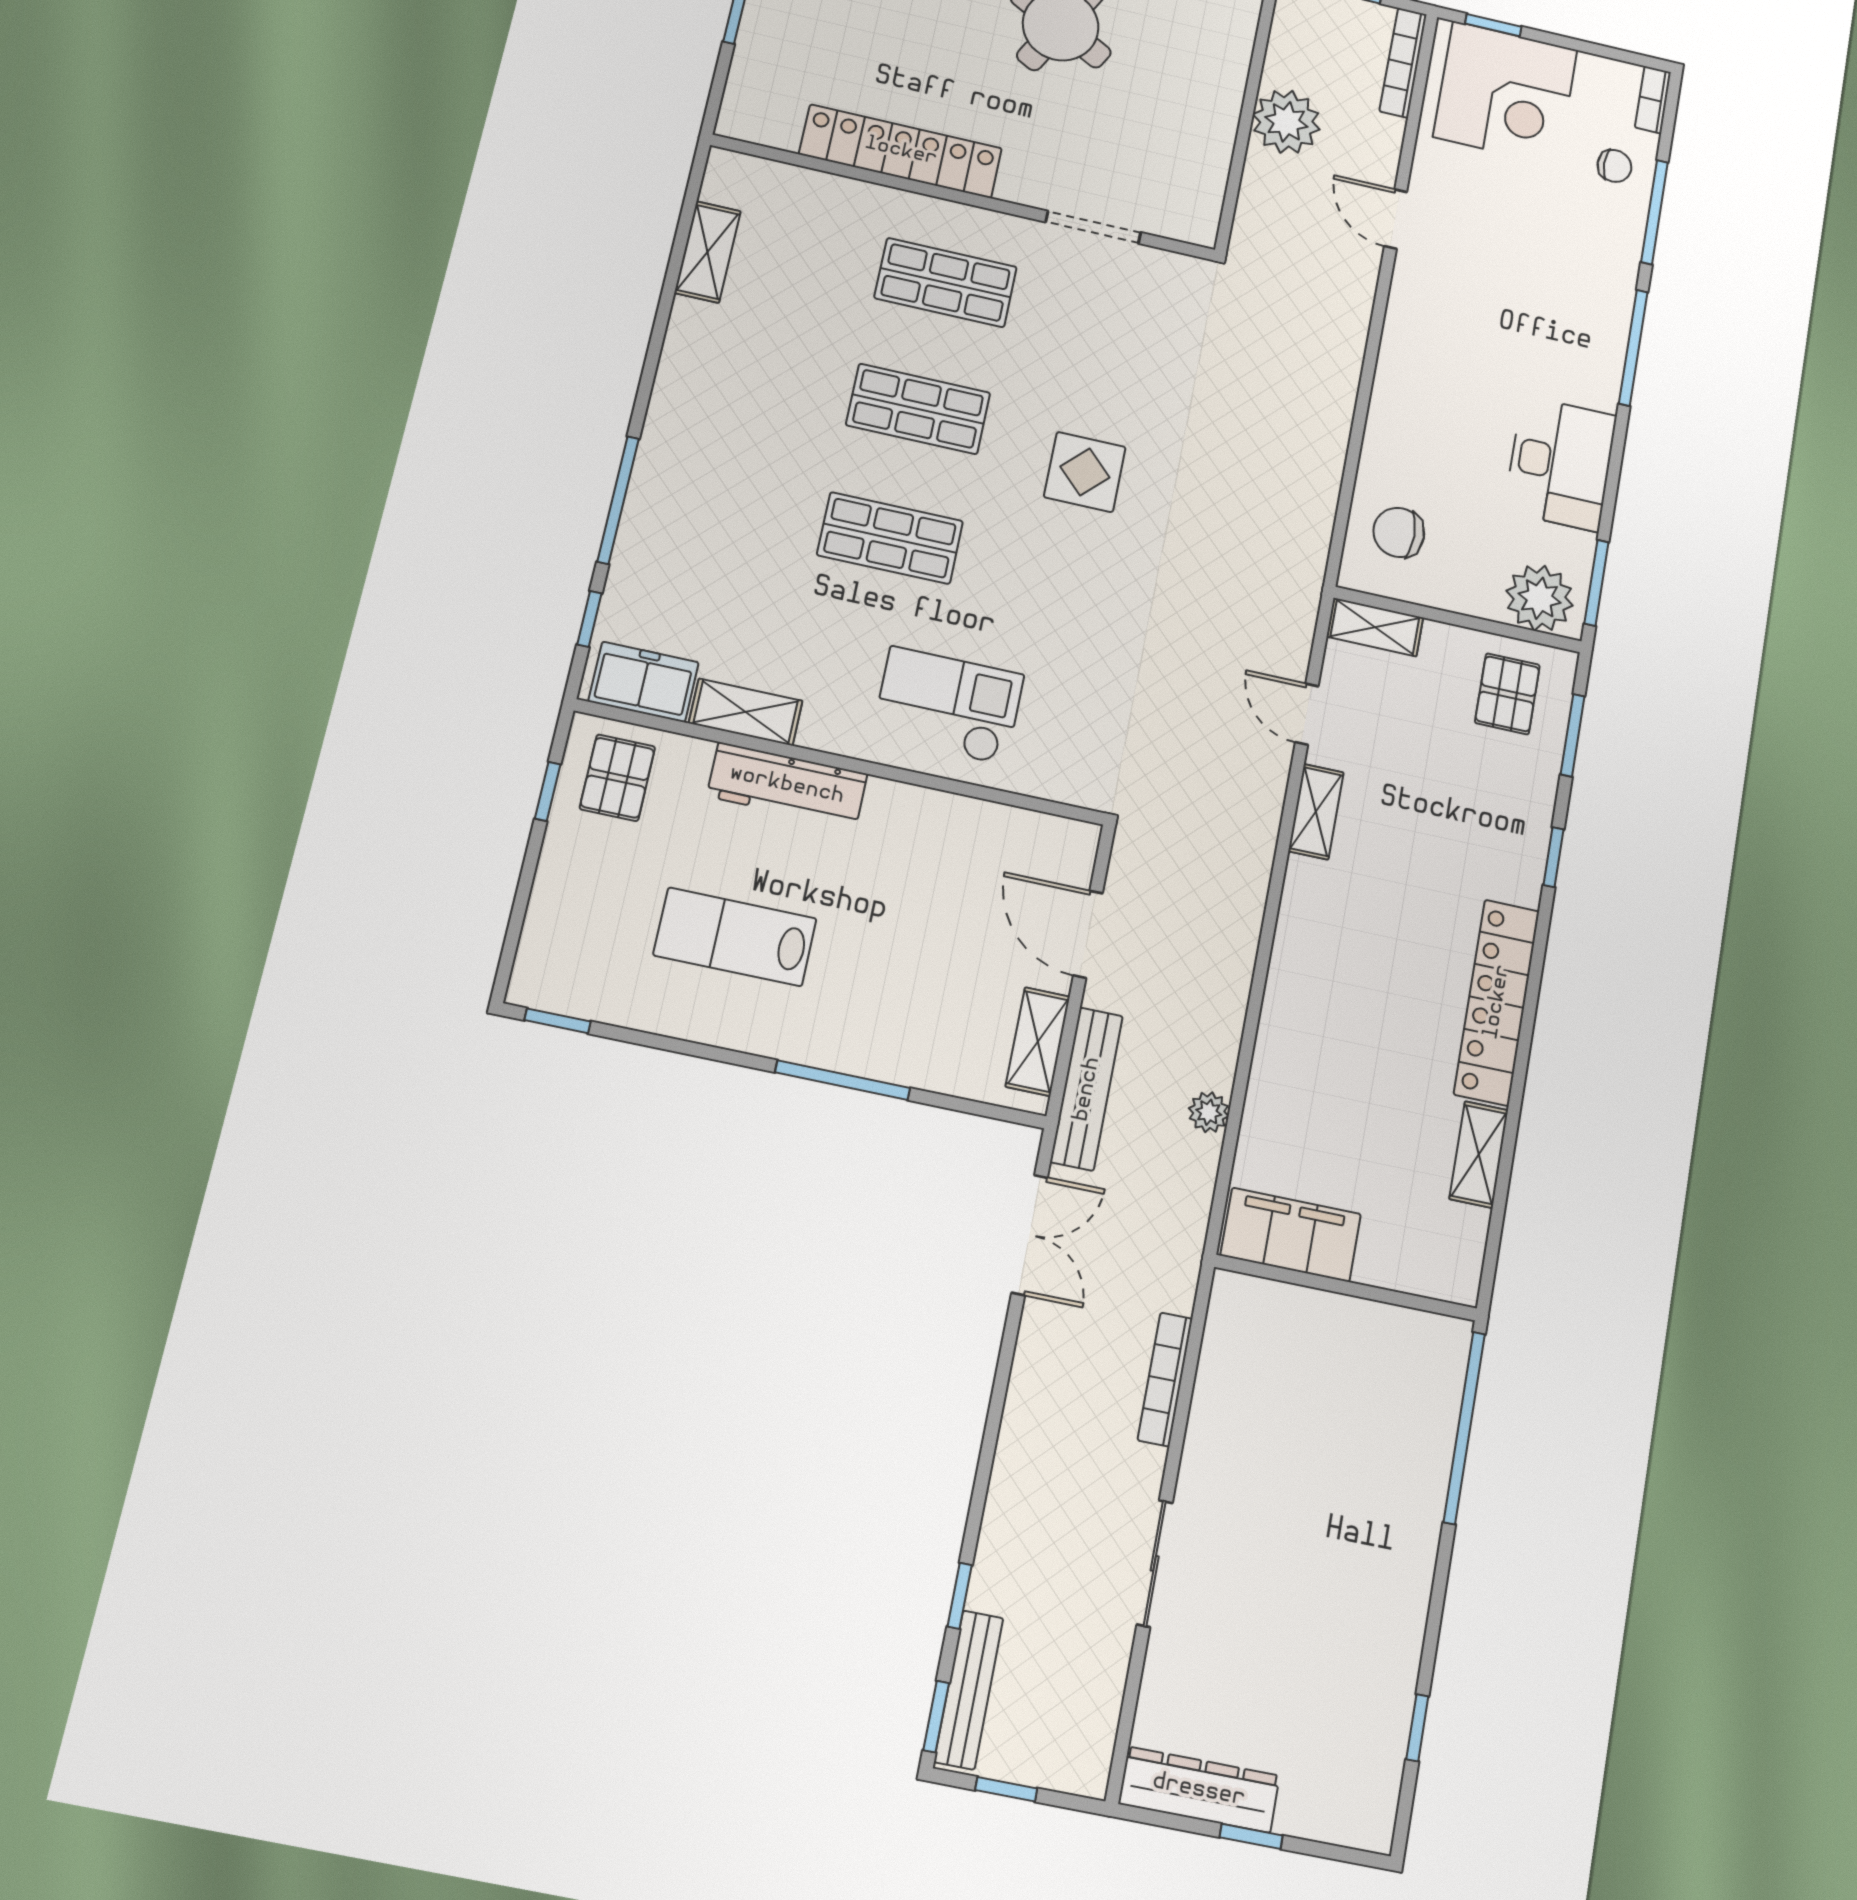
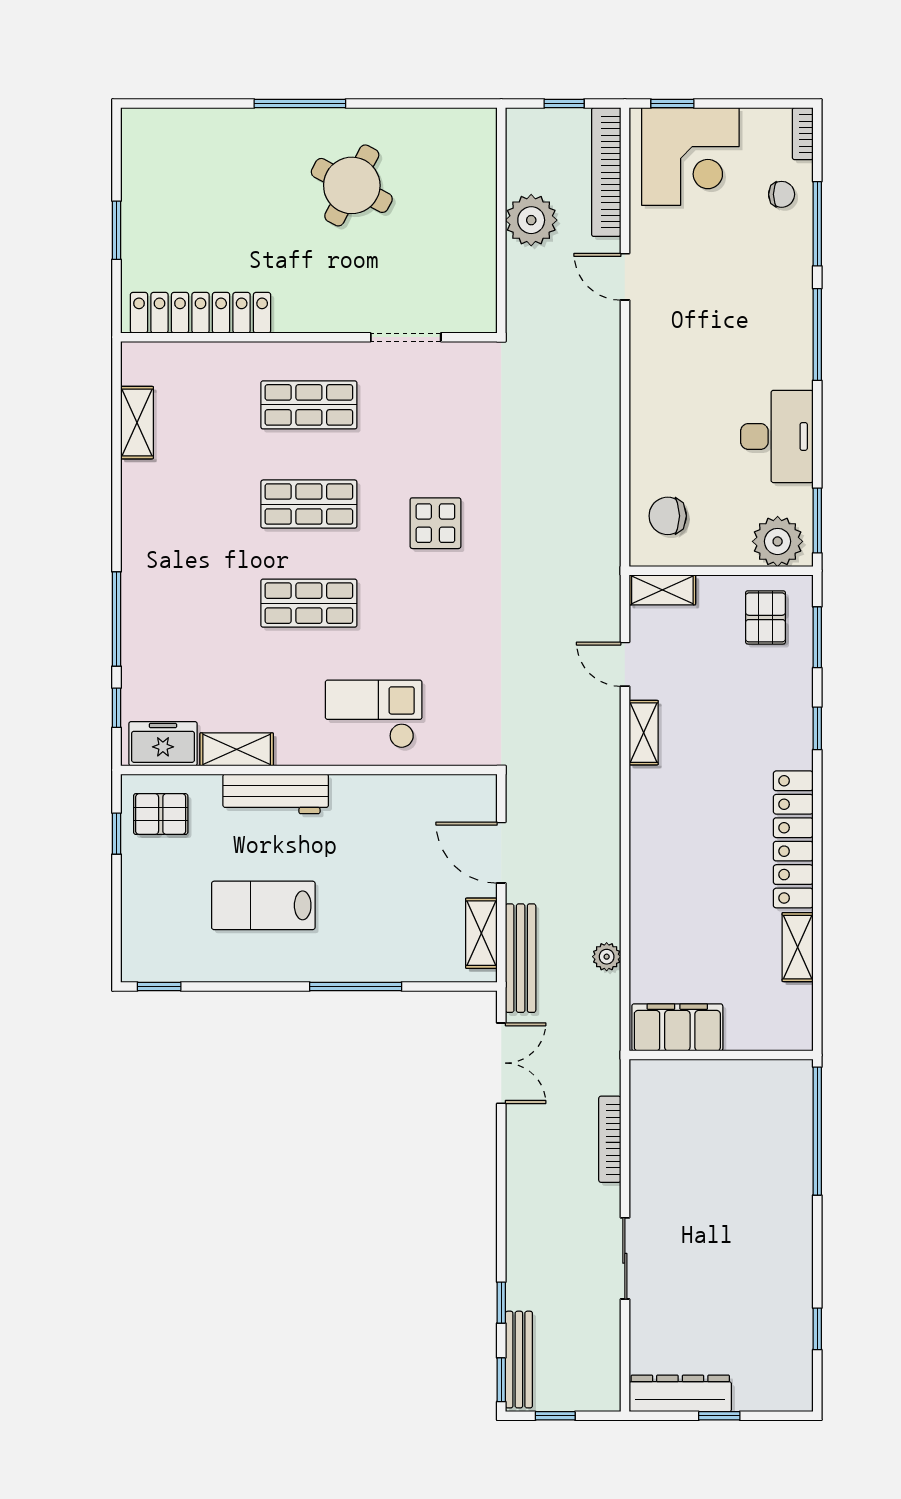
bookcase: (1403, 63) -> (606, 172), width x1.48, depth x1.31
locker: (901, 151) -> (201, 313), moved
pallet: (617, 778) -> (161, 814), turned 90

